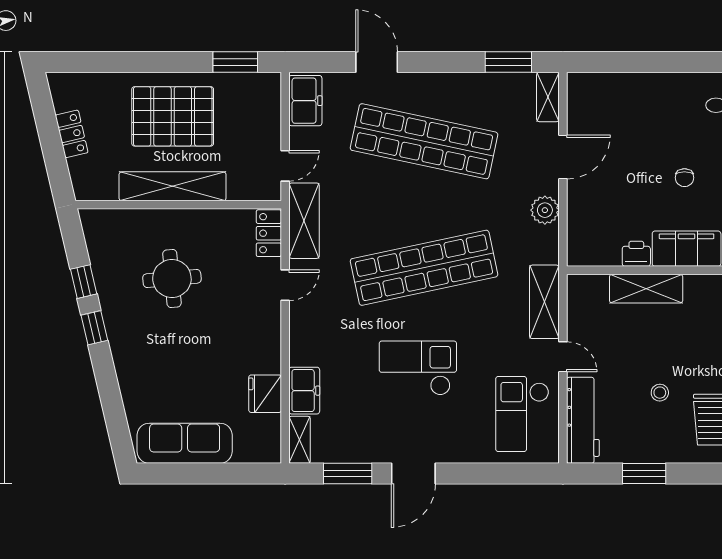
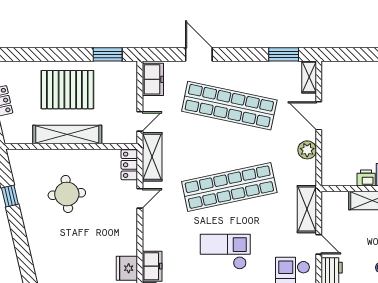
door: (563, 157) -> (319, 116), swing flipped
window: (94, 328) -> (17, 226), removed

